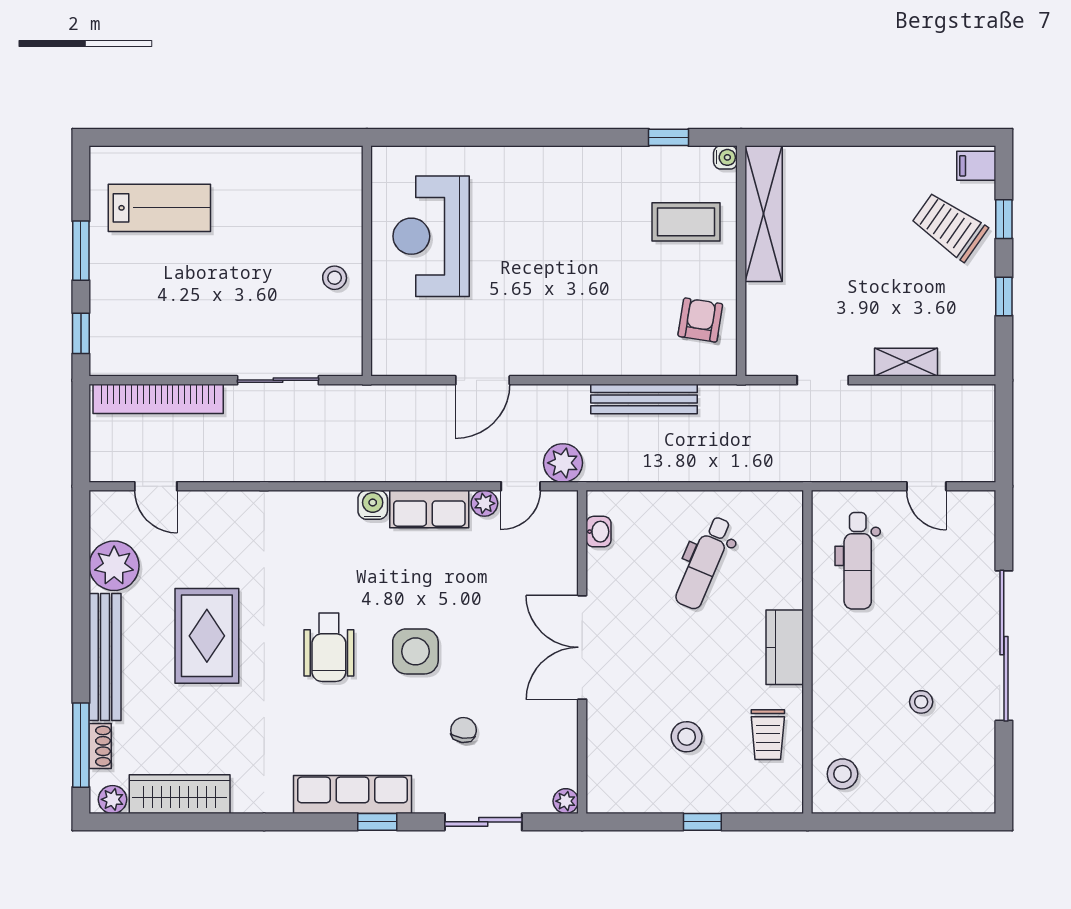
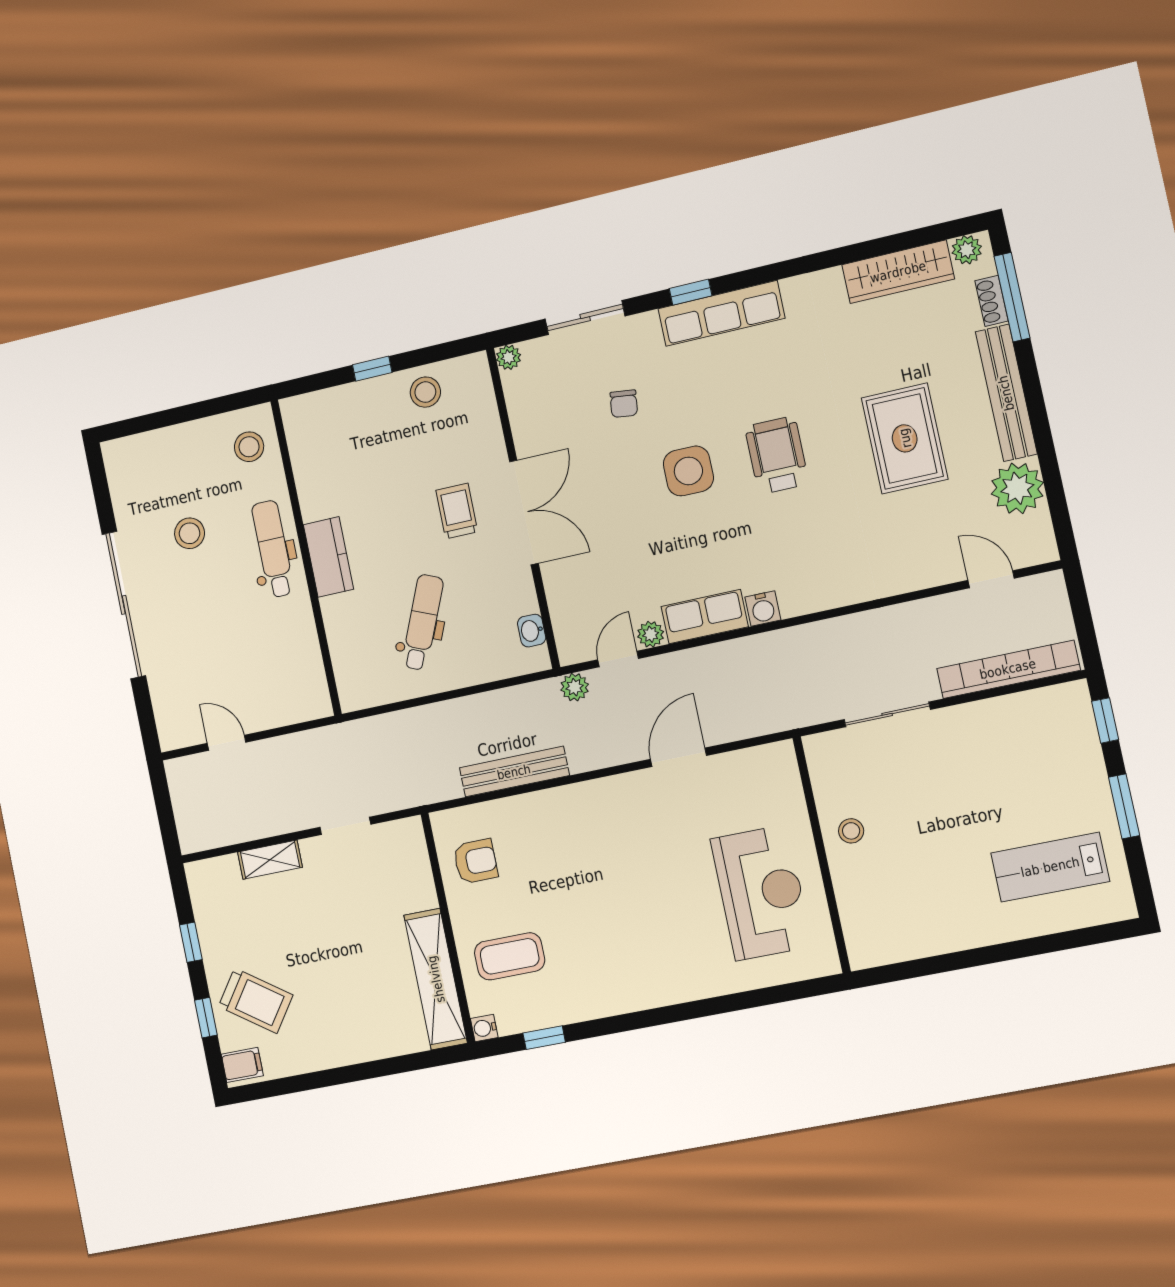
armchair: (700, 320) -> (476, 861), turned -99
plant: (563, 463) -> (575, 687), width x0.73, depth x0.73
dental chair: (858, 561) -> (273, 549), moved
stool: (921, 702) -> (190, 533), width x1.37, depth x1.37
trolley: (768, 735) -> (457, 511), moved
stool: (687, 737) -> (425, 392), moved

